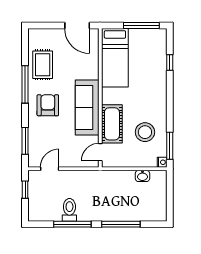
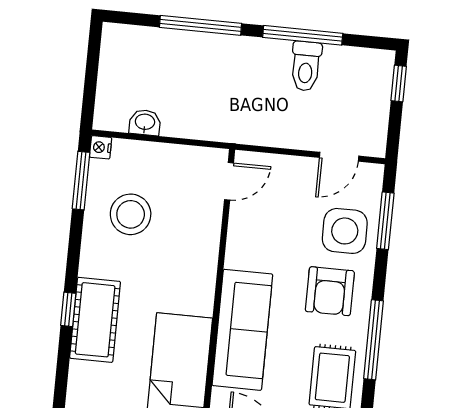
window: (170, 63) -> (68, 309), moved
sofa: (87, 108) -> (242, 330), moved
cot: (112, 124) -> (95, 320), moved
side table: (44, 134) -> (345, 231), added
window: (25, 190) -> (399, 84), moved

